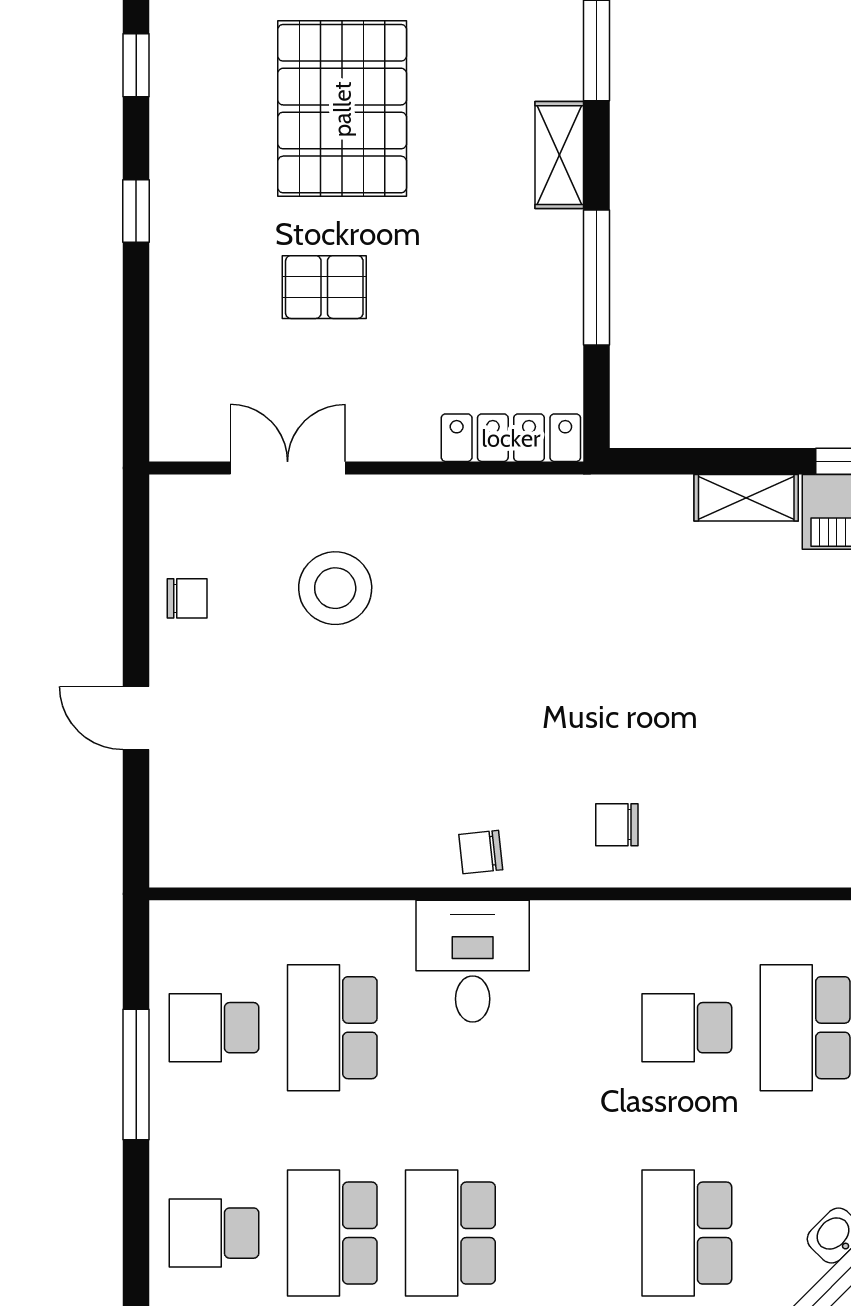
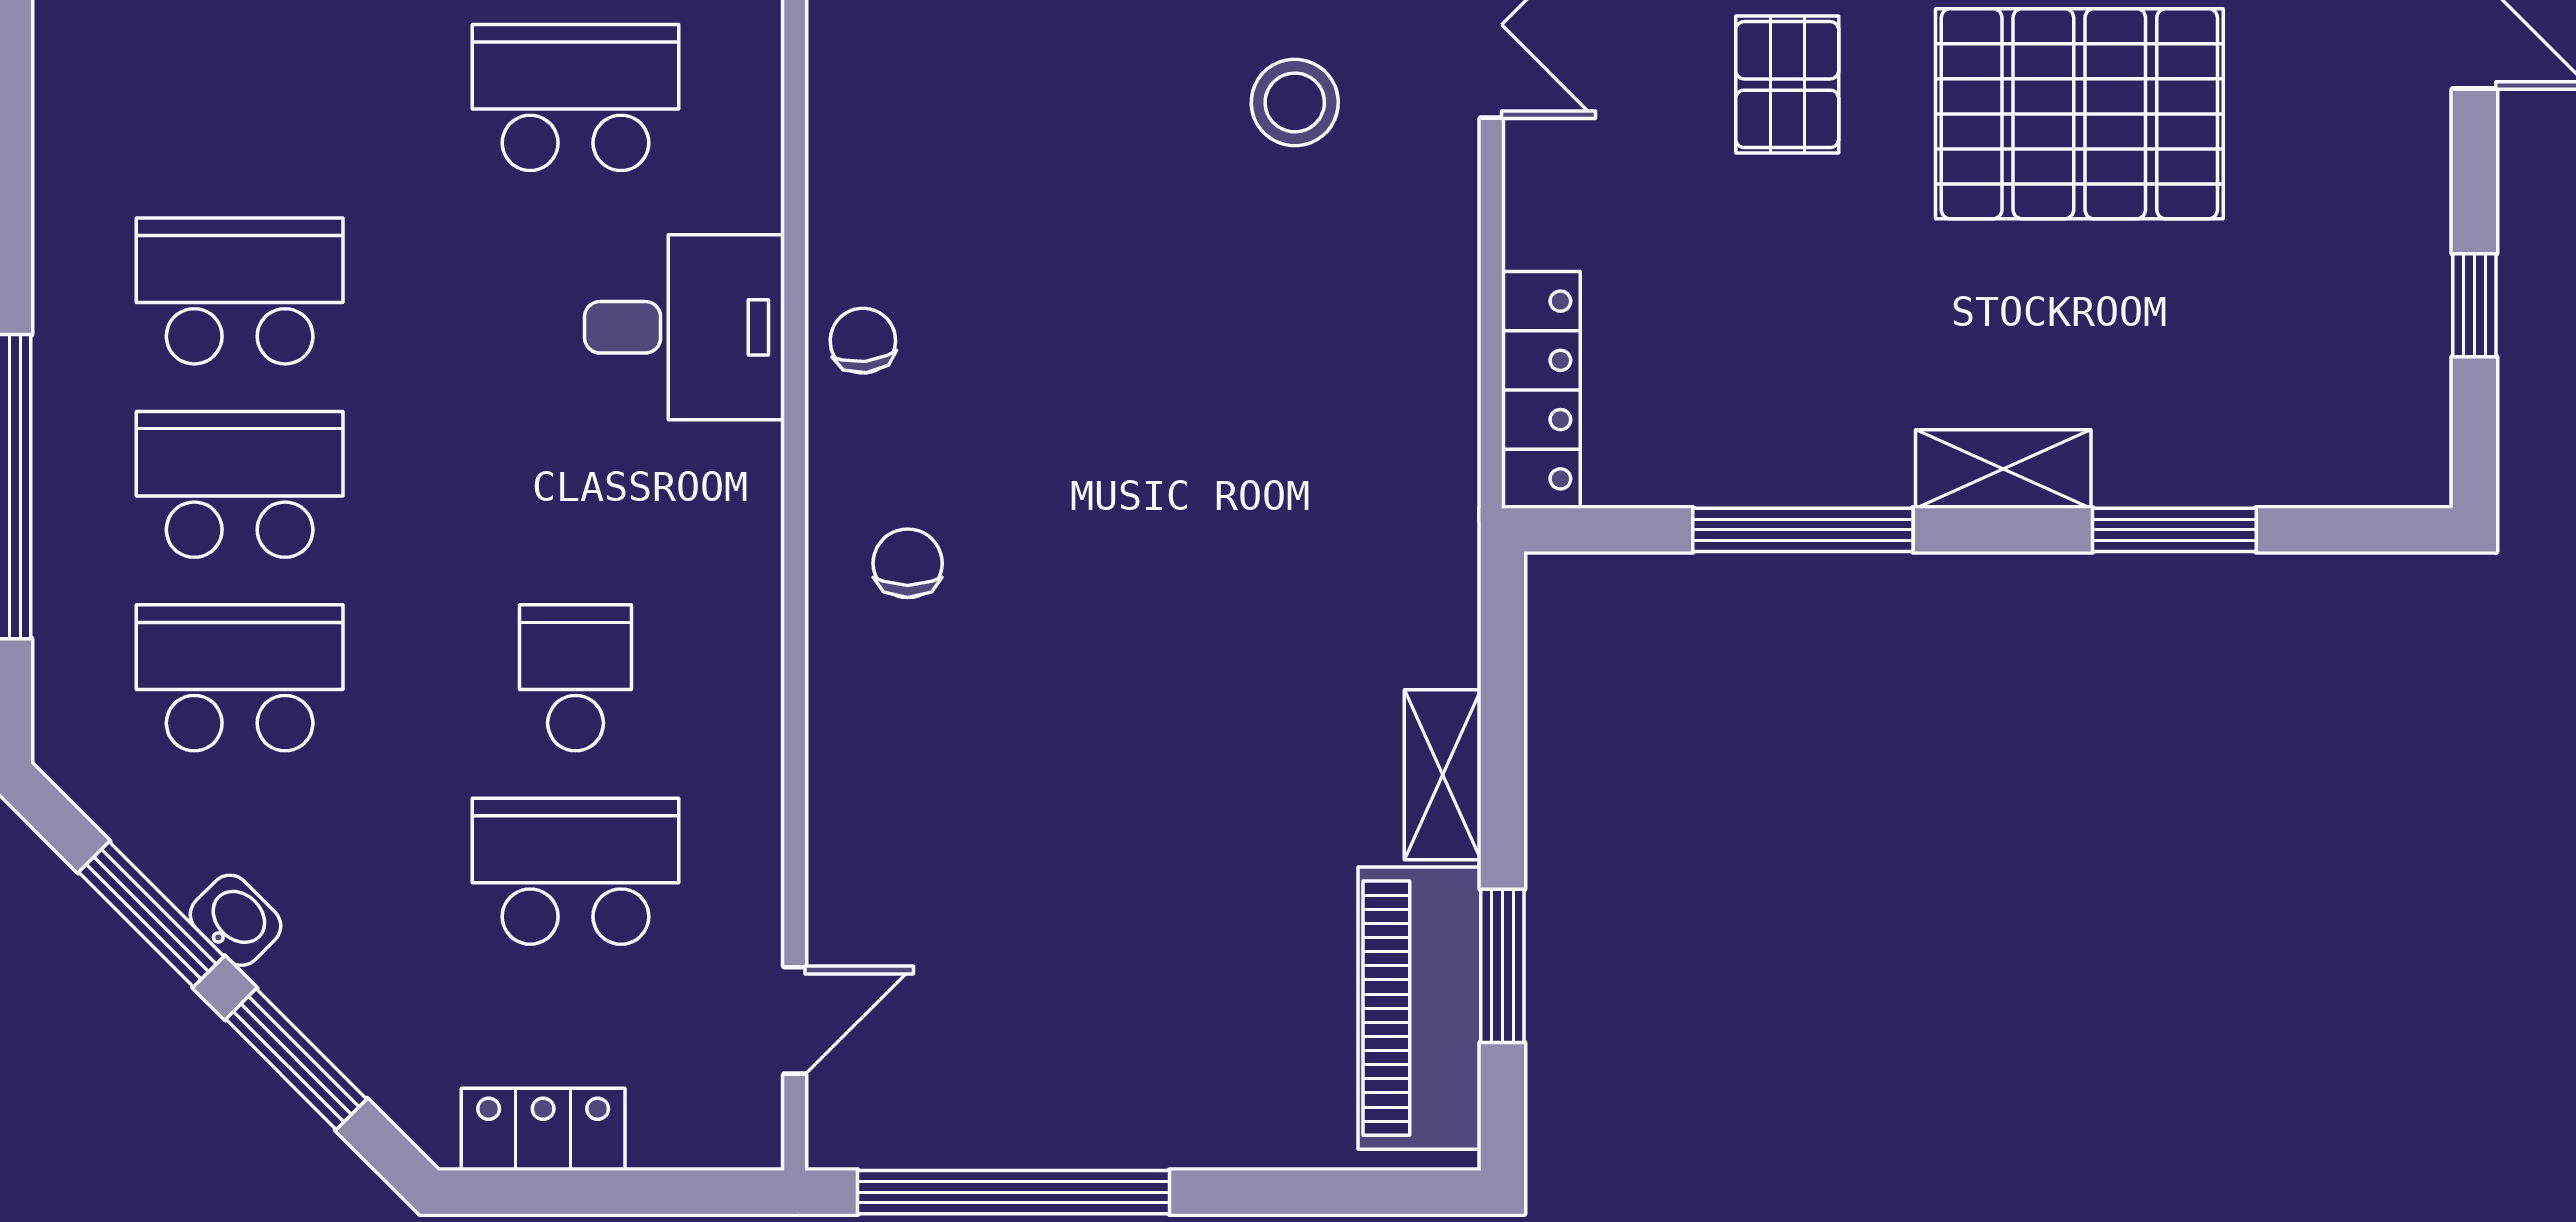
stool: (335, 588) -> (1295, 102), width x0.73, depth x0.73
school desk: (332, 1233) -> (240, 484), moved

